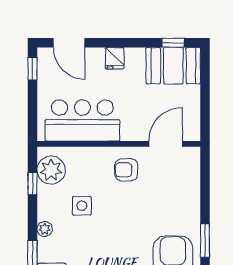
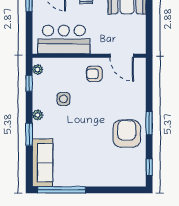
door: (166, 144) -> (122, 56), swing flipped
plant: (51, 170) -> (38, 70), width x0.53, depth x0.53

